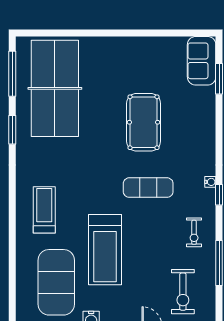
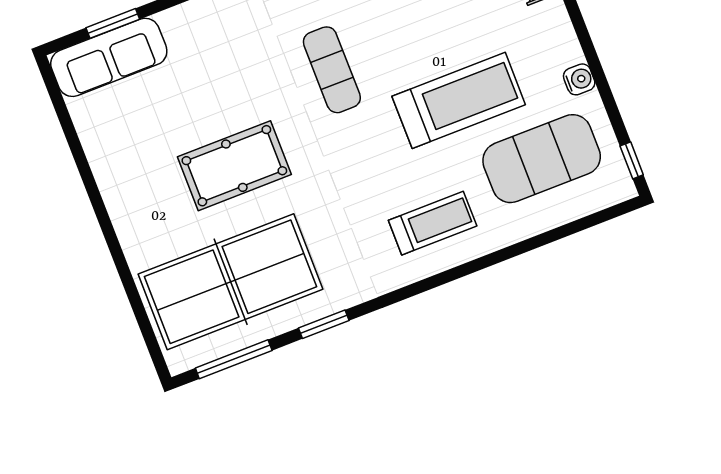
sofa: (202, 61) -> (109, 57), width x1.36
pool table: (144, 122) -> (234, 166), moved
treadmill: (44, 210) -> (433, 223), turned 180

